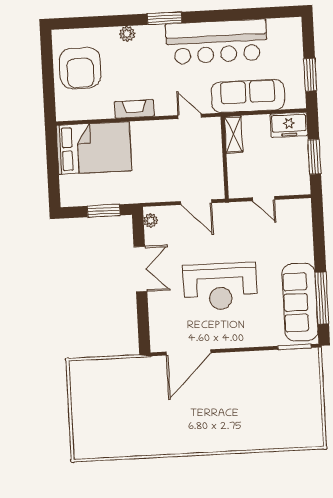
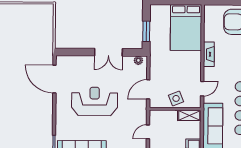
side table: (208, 157) -> (176, 98), added
reception desk: (220, 286) -> (95, 101), turned 90

